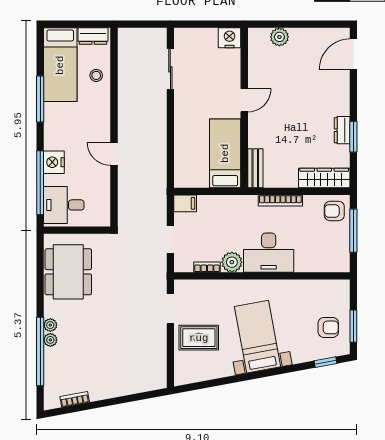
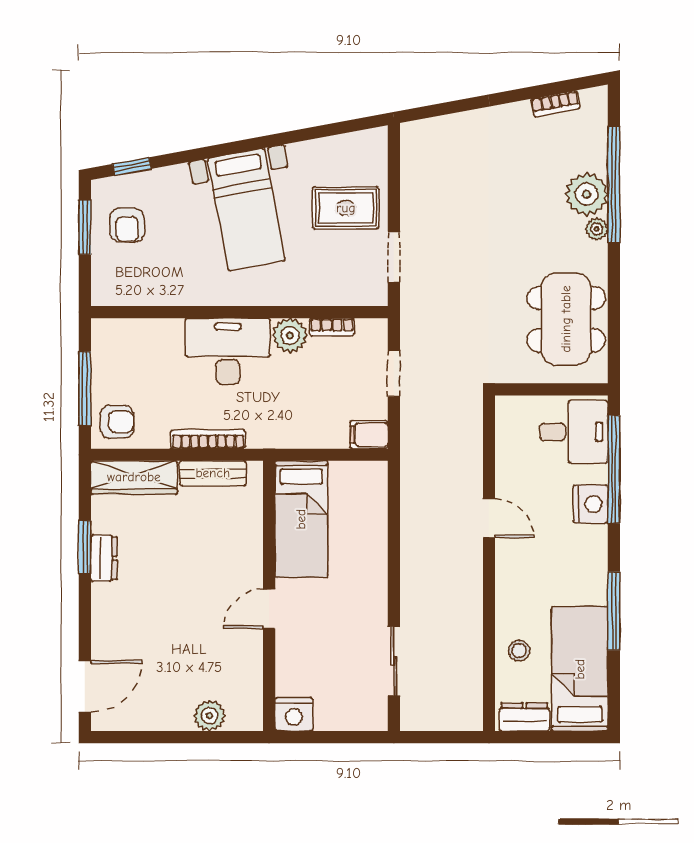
bench: (255, 168) -> (213, 473), moved, turned 90
armchair: (328, 327) -> (127, 225), turned -90
plant: (50, 340) -> (587, 194), width x1.87, depth x1.87

